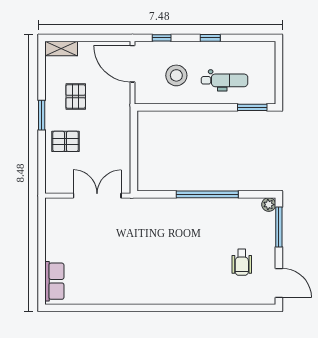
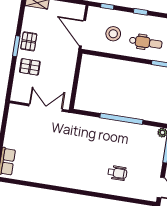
door: (133, 64) -> (82, 33), moved
pallet: (76, 97) -> (29, 41), moved
wheelchair: (242, 262) -> (117, 173), moved, turned -90

